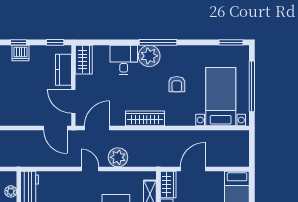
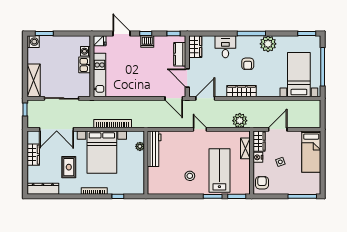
plant: (149, 56) -> (268, 44), moved
armchair: (177, 84) -> (248, 64), moved
plant: (118, 157) -> (240, 121), moved

